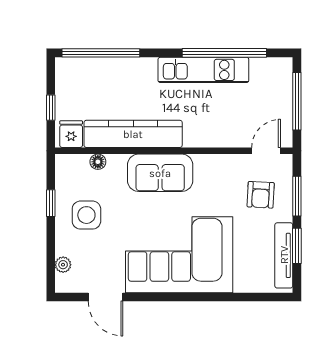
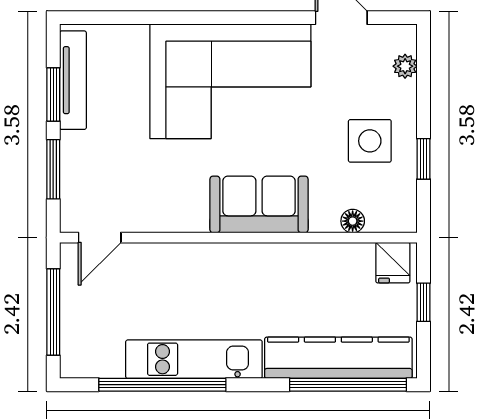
kitchen counter: (133, 134) -> (338, 358), moved, turned 180
armchair: (261, 195) -> (108, 171), removed

